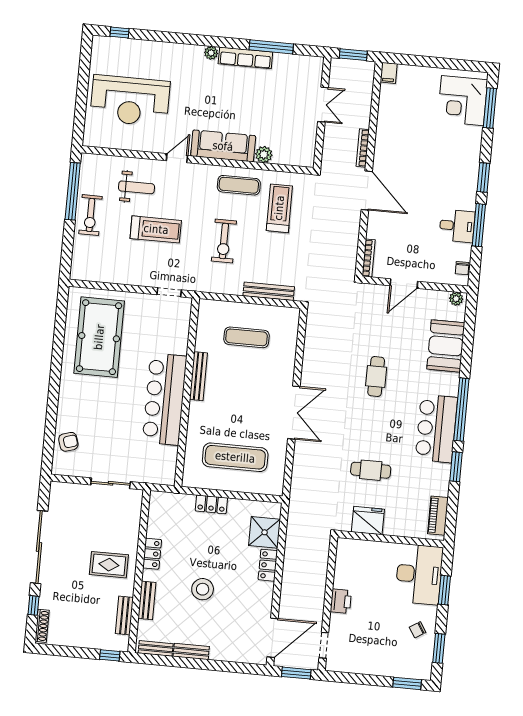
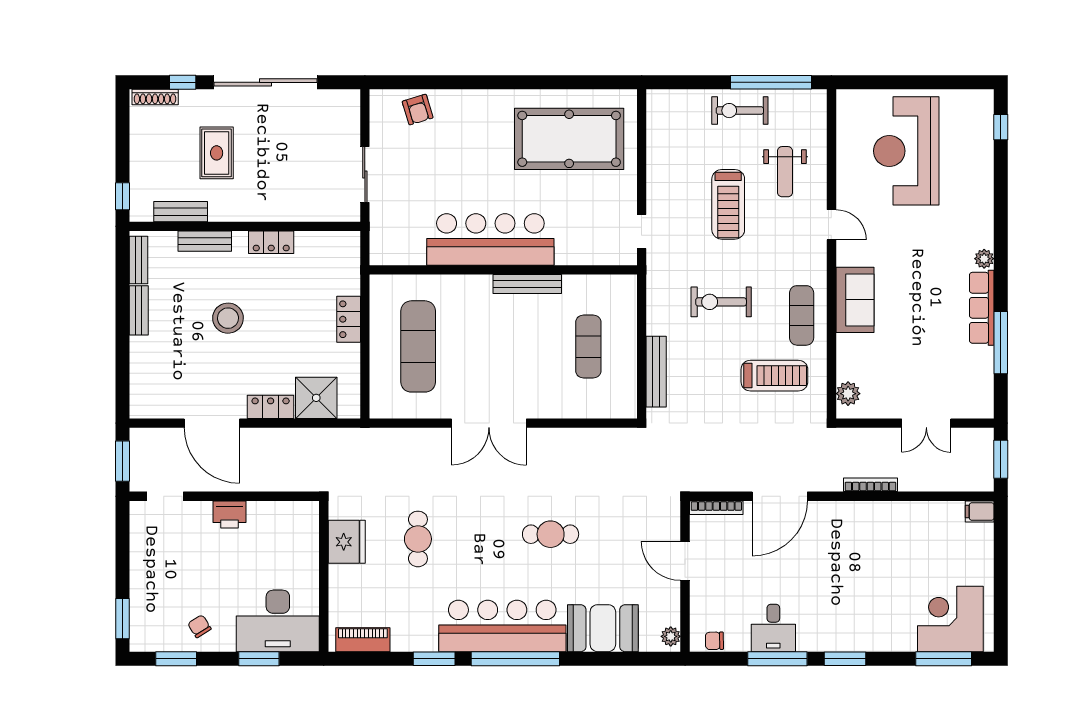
sofa: (223, 146) -> (855, 300), width x0.73
plant: (264, 155) -> (848, 394), moved
door: (367, 190) -> (780, 496), moved
bar counter: (436, 429) -> (502, 626), width x1.36
rug: (109, 565) -> (217, 153), moved
door: (273, 638) -> (212, 423), moved

